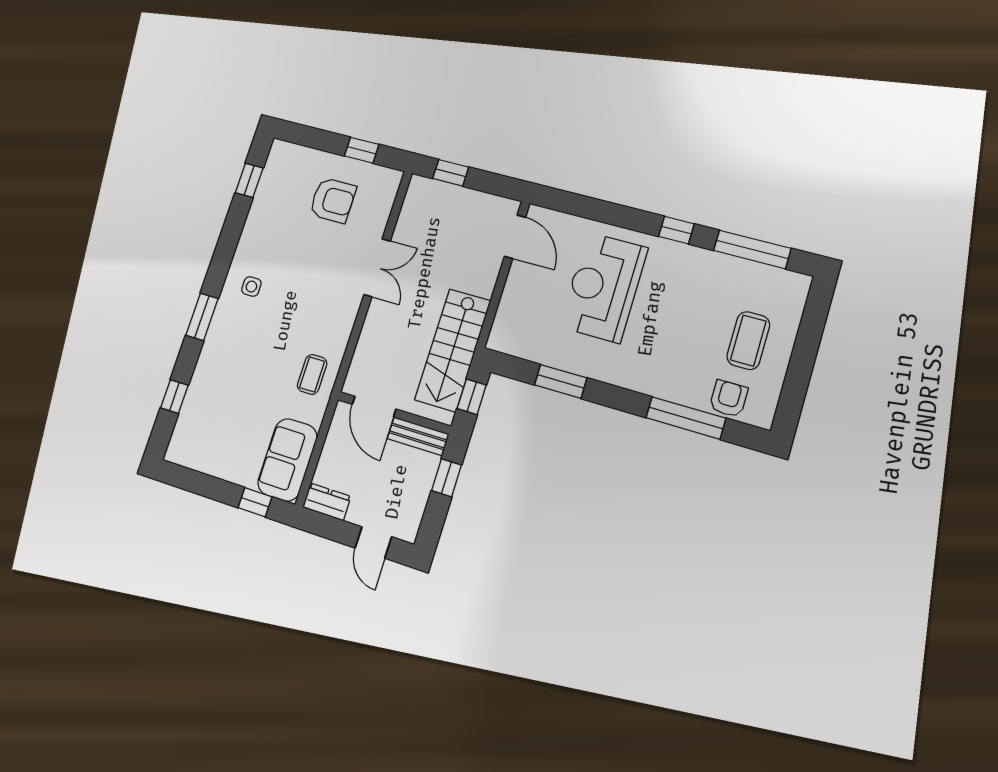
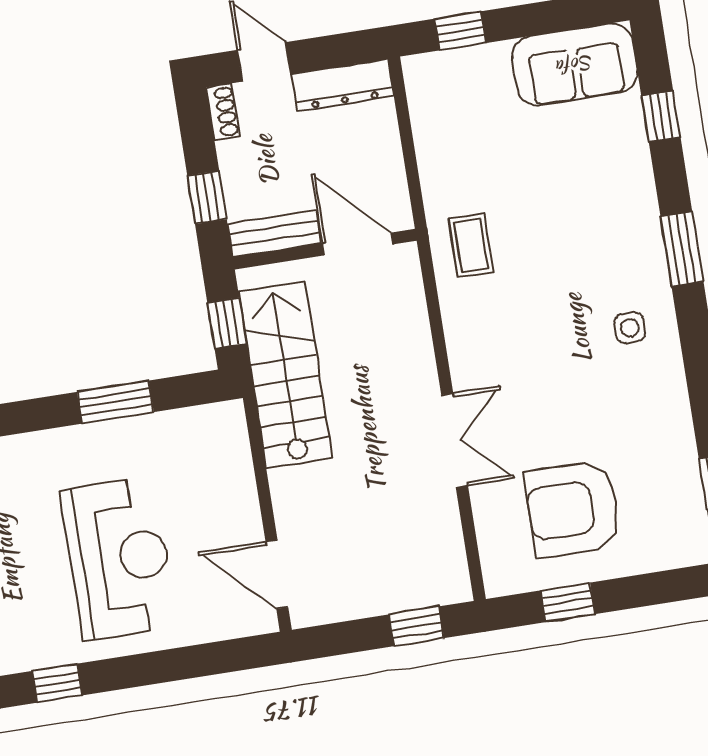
armchair: (333, 200) -> (573, 509), width x1.36, depth x1.36
double door: (377, 268) -> (455, 440), swing flipped
sofa: (287, 460) -> (575, 65), moved, turned 90
dresser: (327, 502) -> (343, 85), width x1.44
shoe rack: (412, 525) -> (223, 112), added

